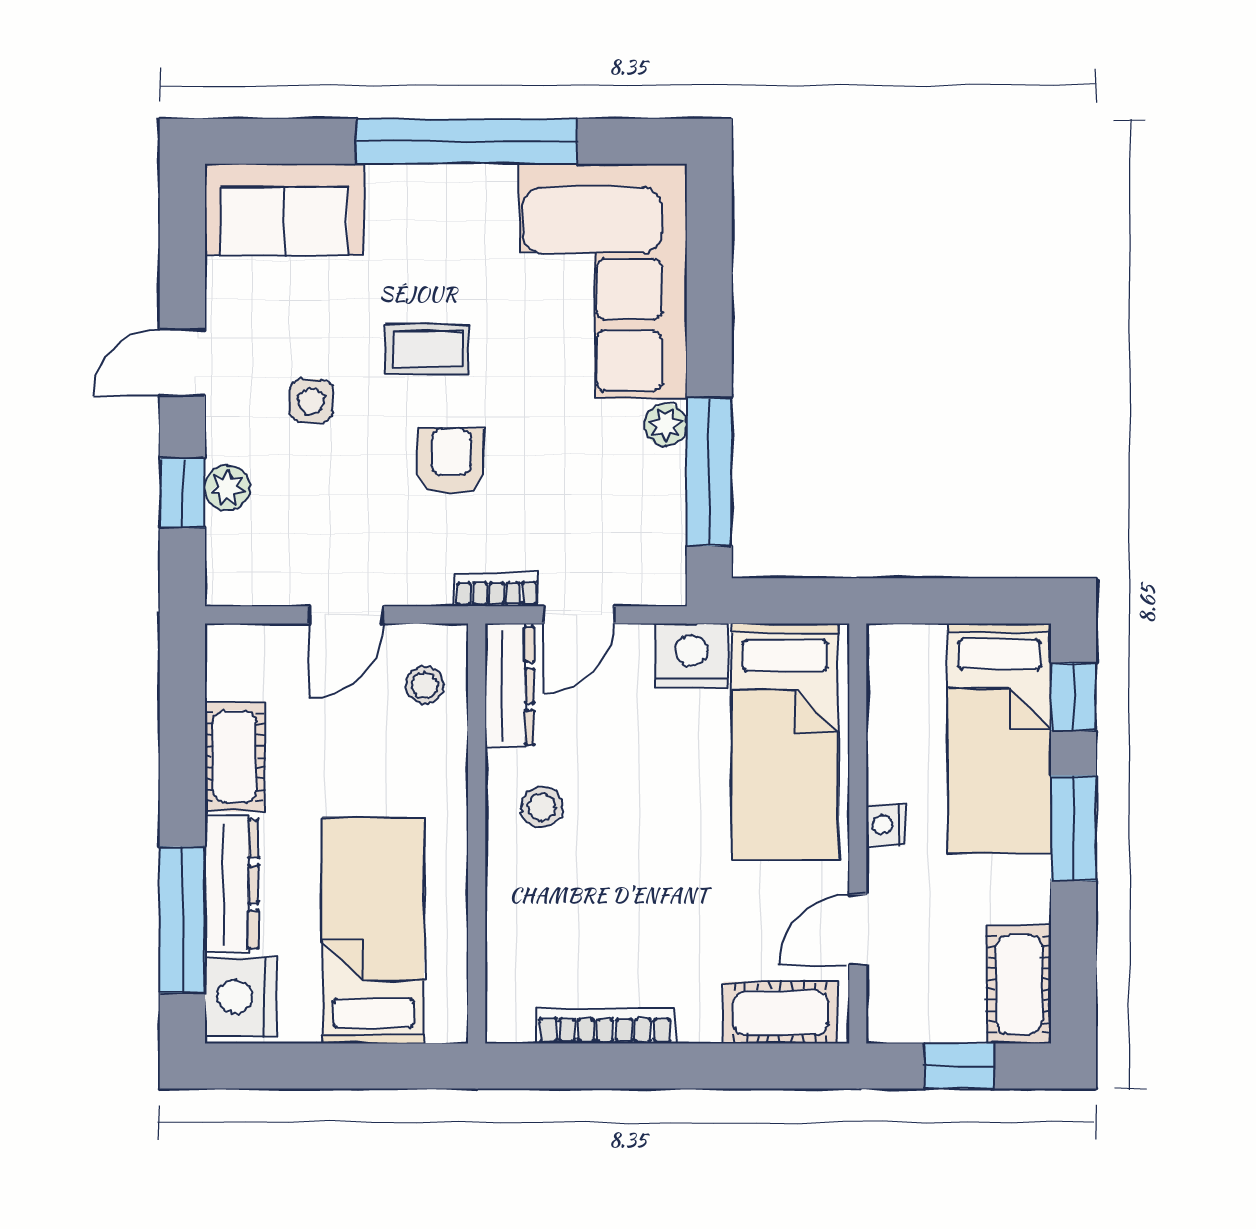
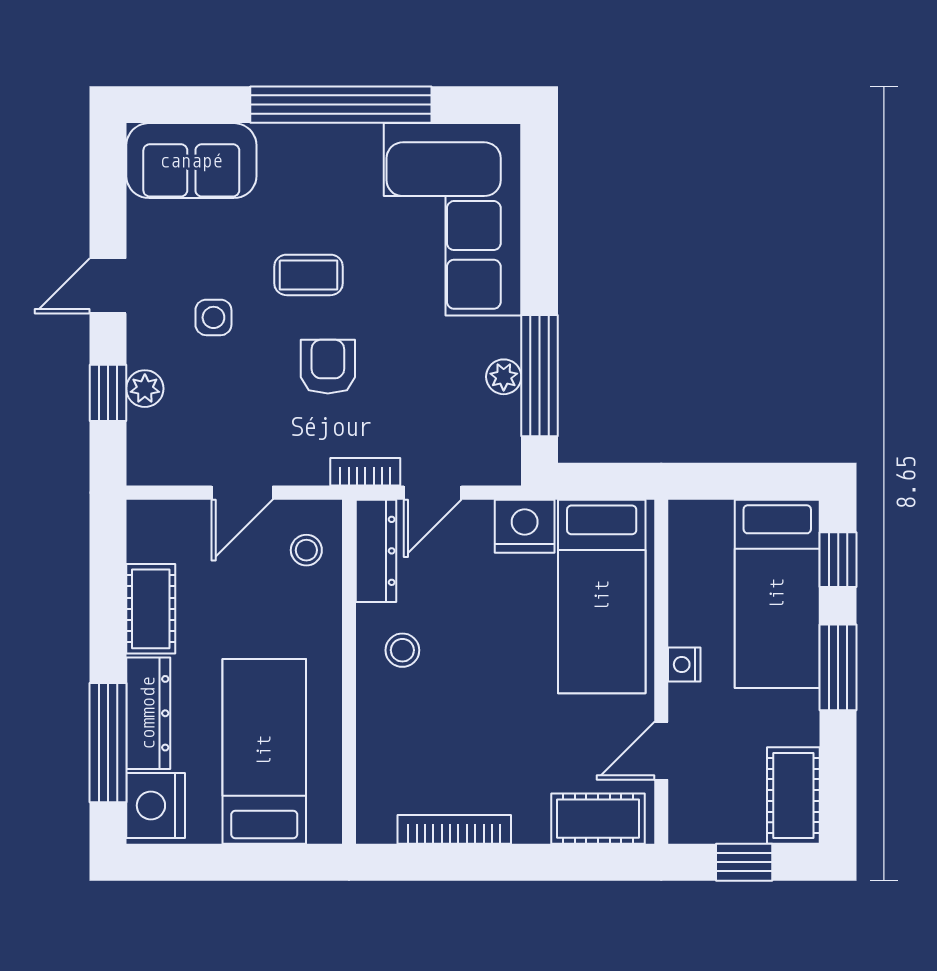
plant: (665, 425) -> (504, 377), moved

